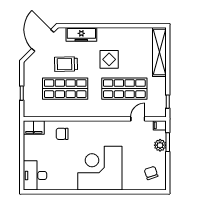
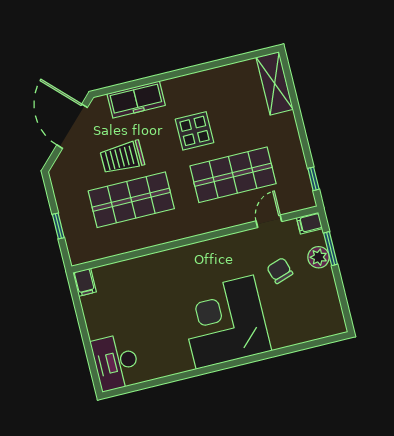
shelving: (159, 52) -> (275, 83), width x0.68
filing cabinet: (34, 127) -> (85, 282), width x0.50
chair: (62, 134) -> (145, 279), removed
chair: (151, 173) -> (280, 271), moved

